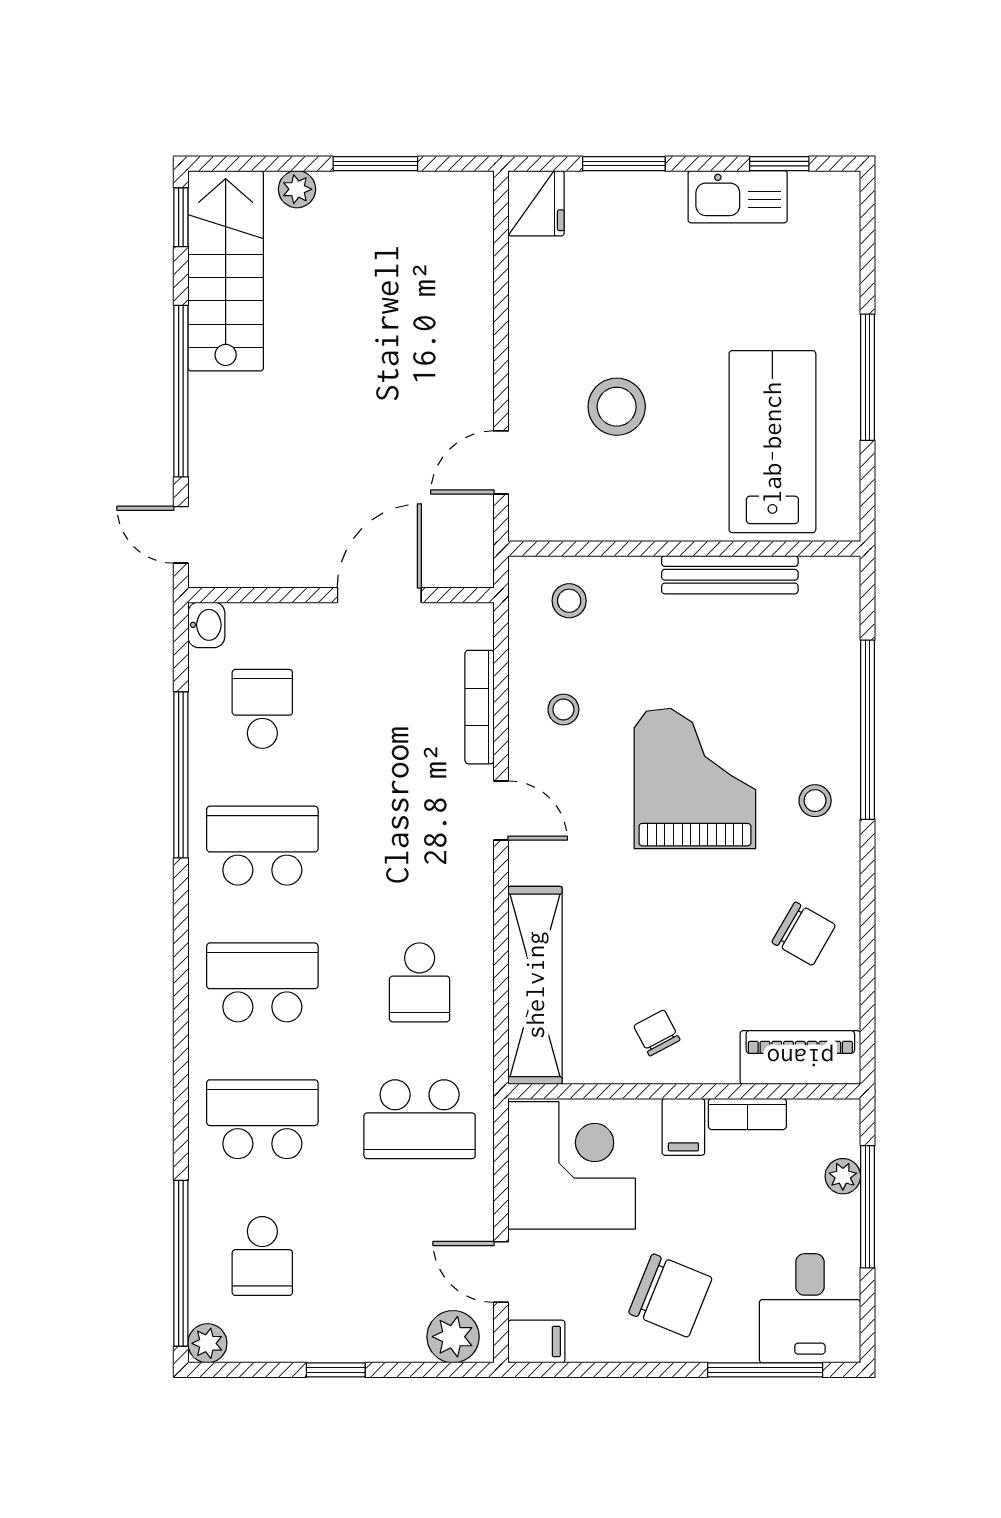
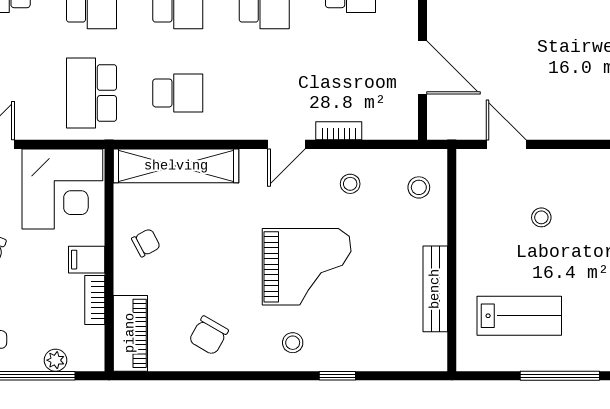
stool: (617, 407) -> (541, 217), width x0.53, depth x0.53
lab bench: (772, 442) -> (519, 316), width x0.73, depth x0.72
bookcase: (480, 707) -> (339, 131), width x0.64
window: (867, 730) -> (337, 376), width x0.32
school desk: (420, 982) -> (178, 93), turned 180

